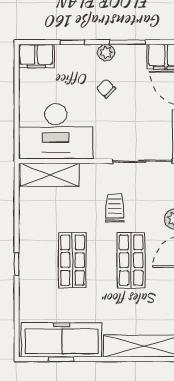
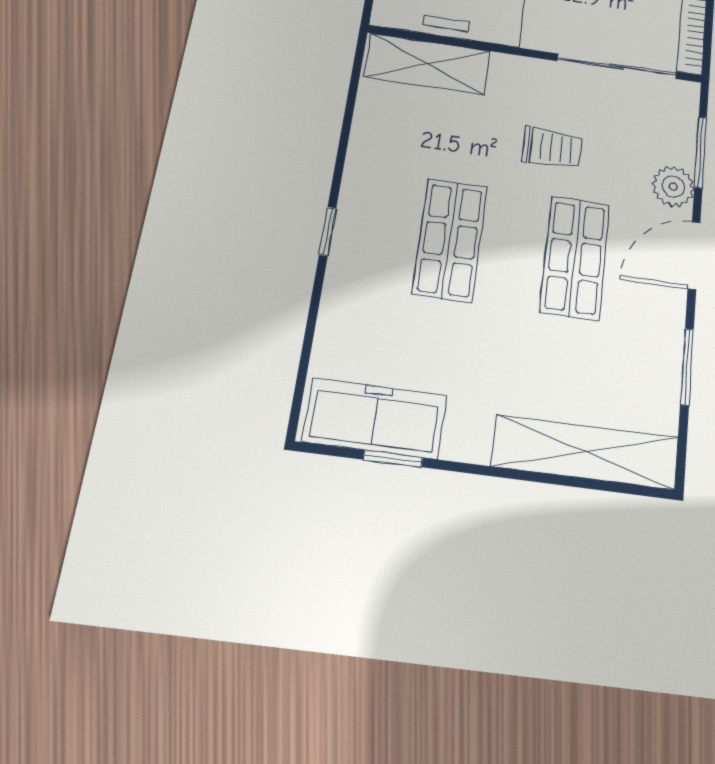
trolley: (115, 208) -> (552, 148), turned 90
freezer: (62, 340) -> (375, 419), width x0.73, depth x0.79

